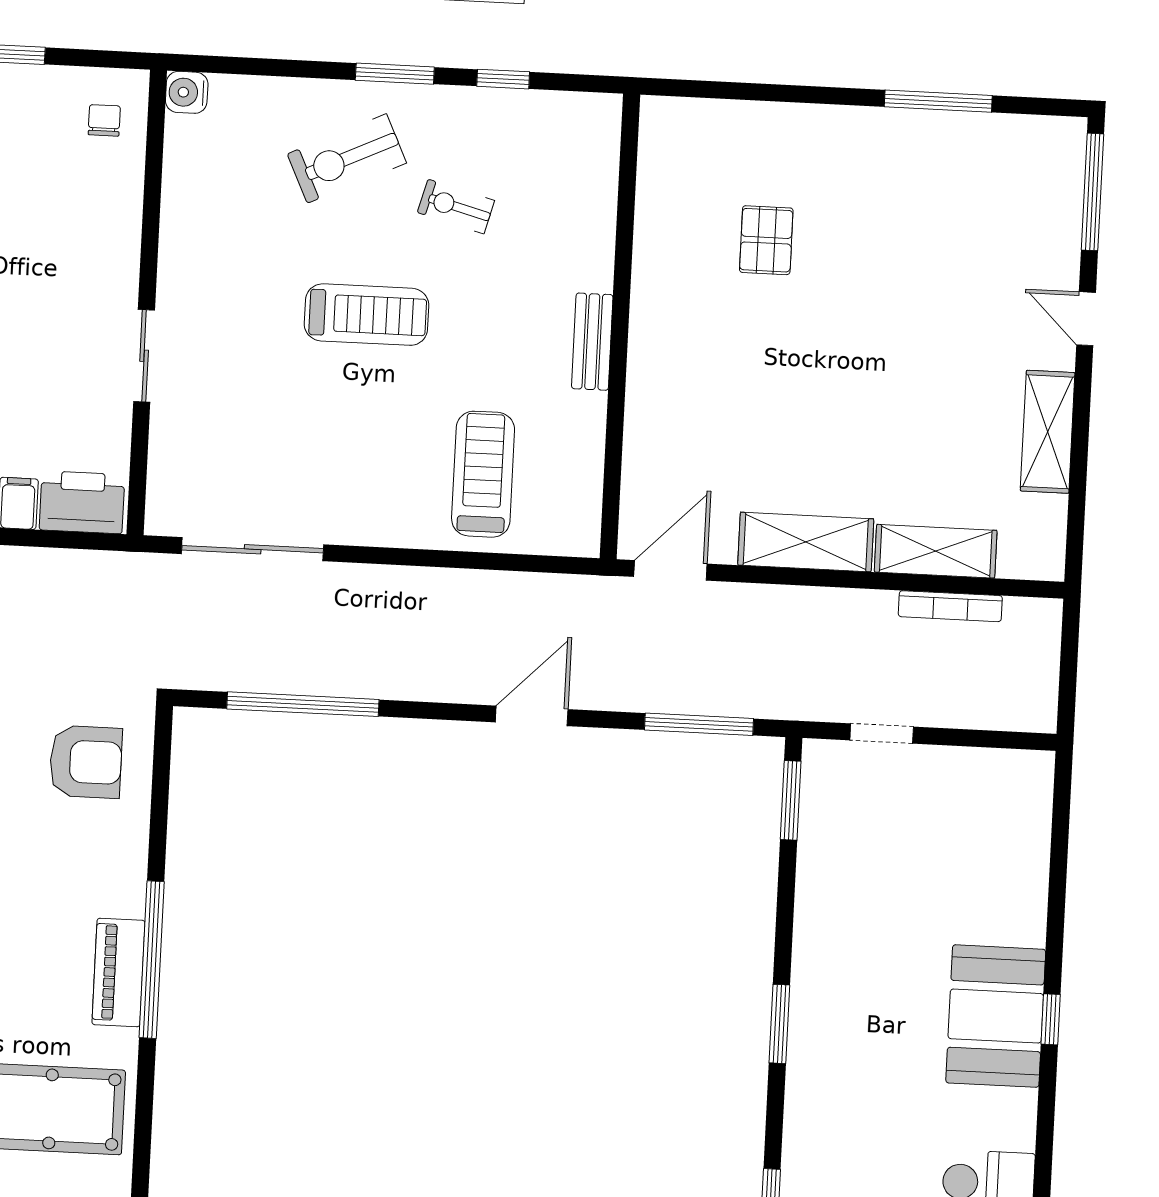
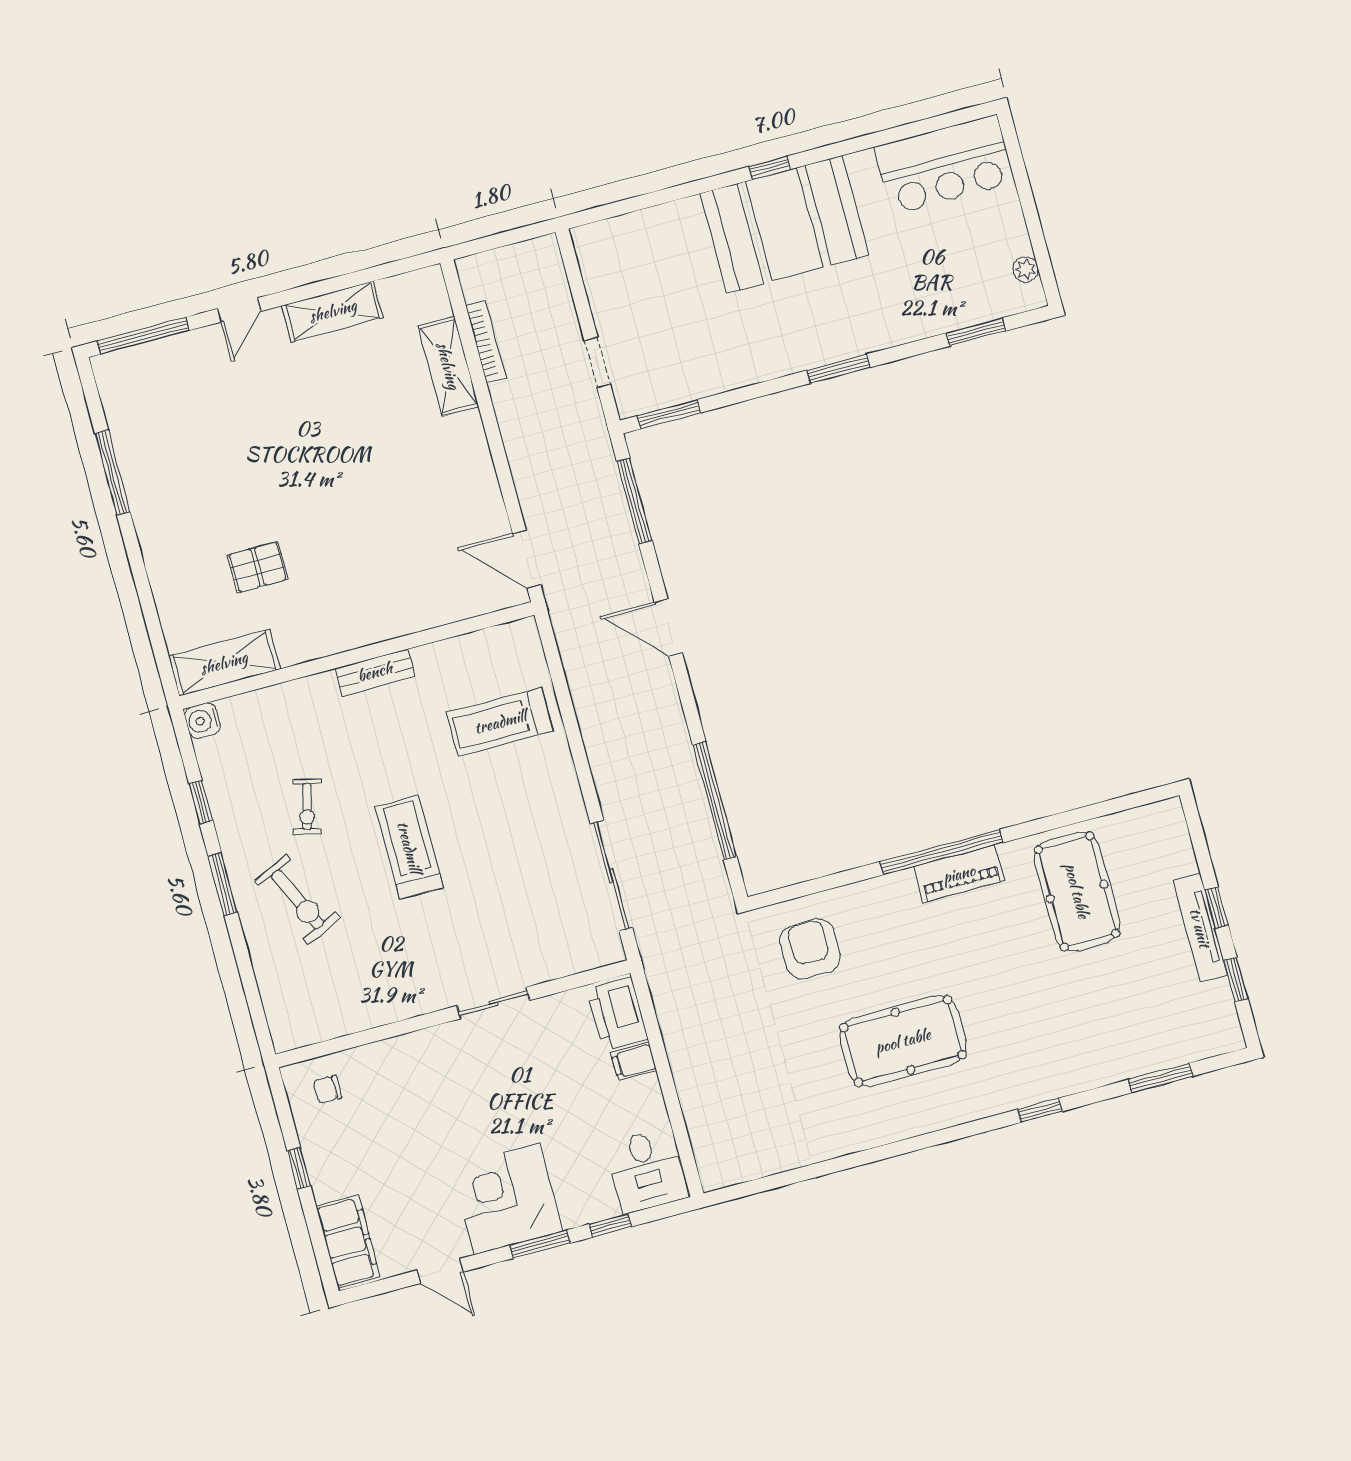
water cooler: (187, 92) -> (203, 721), moved, turned 90
shelving: (806, 542) -> (224, 663), moved, turned 90
booth: (996, 1016) -> (784, 224), width x1.36, depth x1.42

